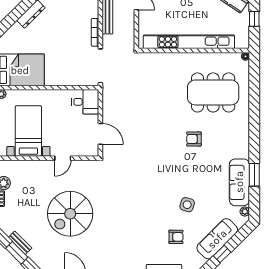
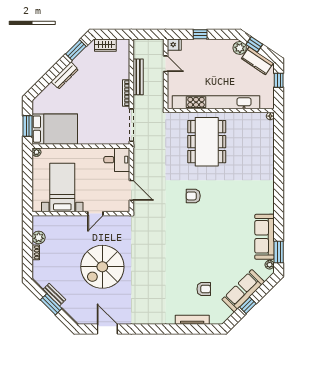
dining table: (213, 92) -> (207, 142), moved, turned 90
armchair: (194, 139) -> (193, 196), moved
window: (254, 175) -> (279, 252), moved
side table: (187, 205) -> (214, 258), removed

